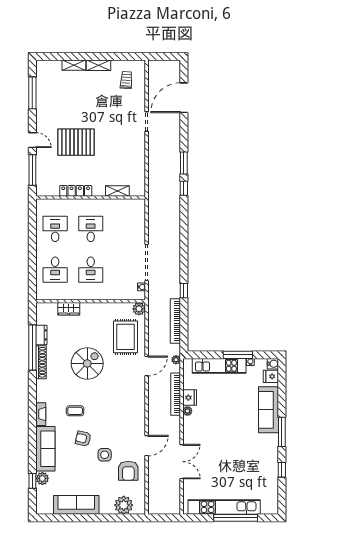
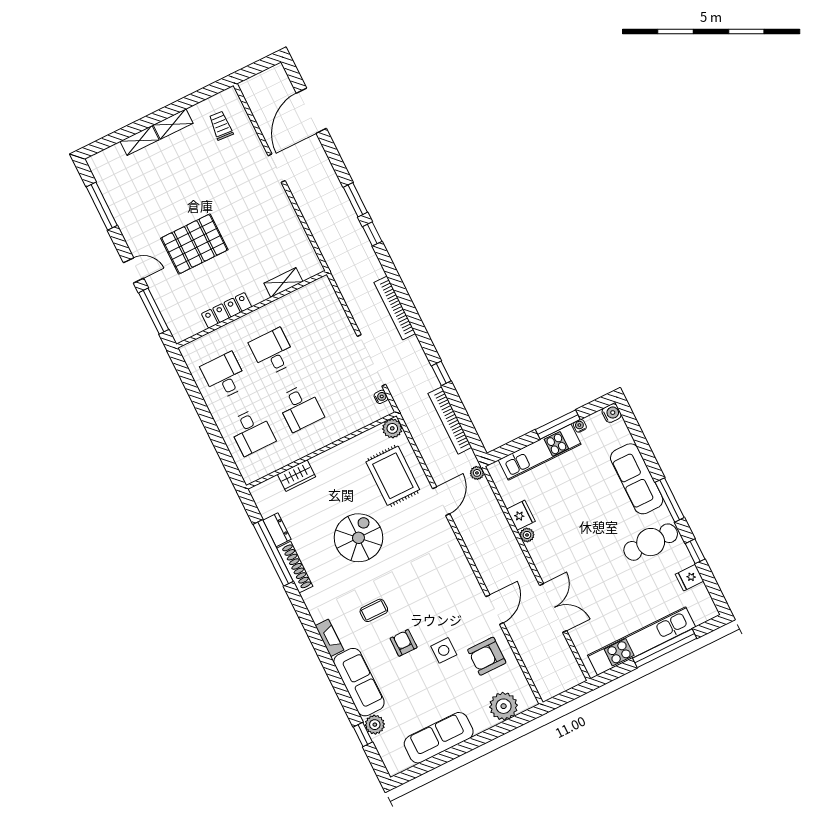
fridge: (271, 376) -> (690, 578), moved
bookcase: (176, 394) -> (395, 308), moved
armchair: (83, 439) -> (404, 643), turned 77
cafe table: (258, 451) -> (651, 542), added
armchair: (128, 471) -> (487, 656), turned 90

